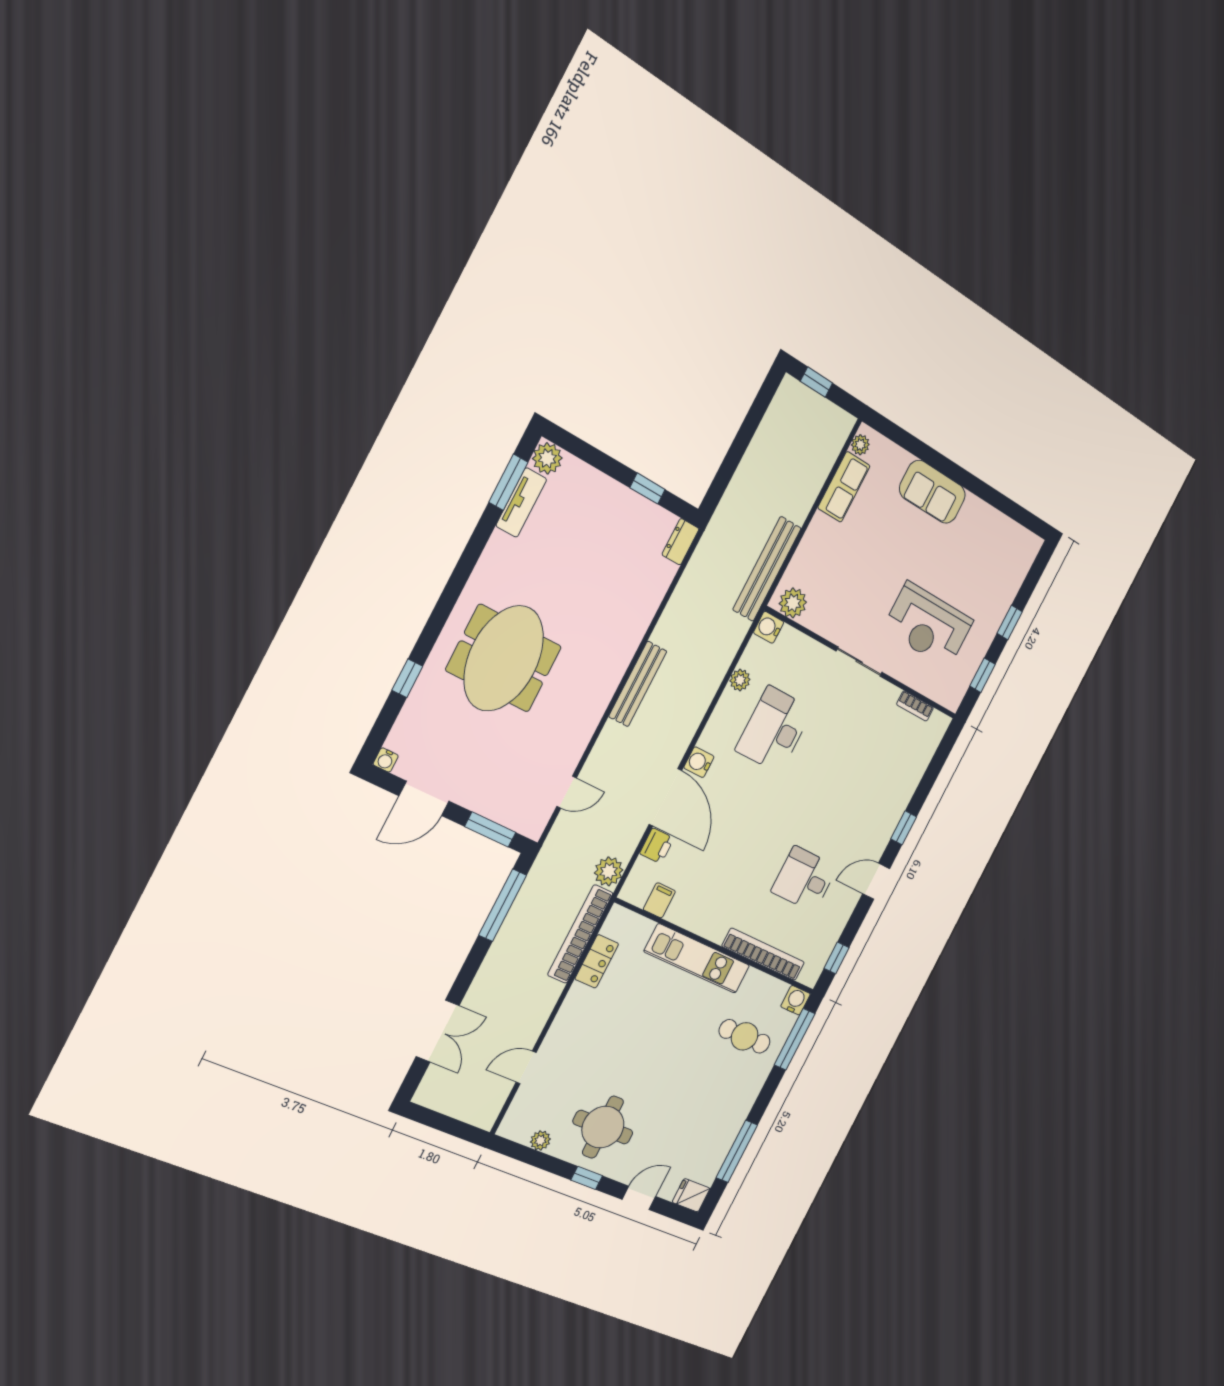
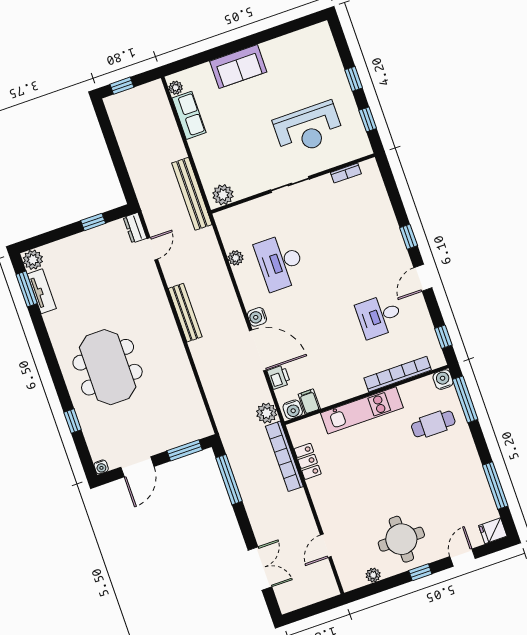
water cooler: (769, 627) -> (293, 409), moved, turned -90
door: (567, 792) -> (152, 249), moved

